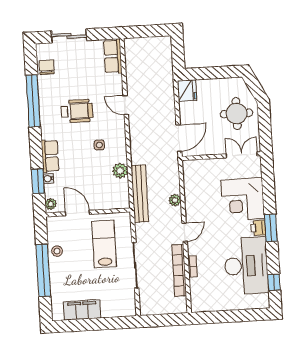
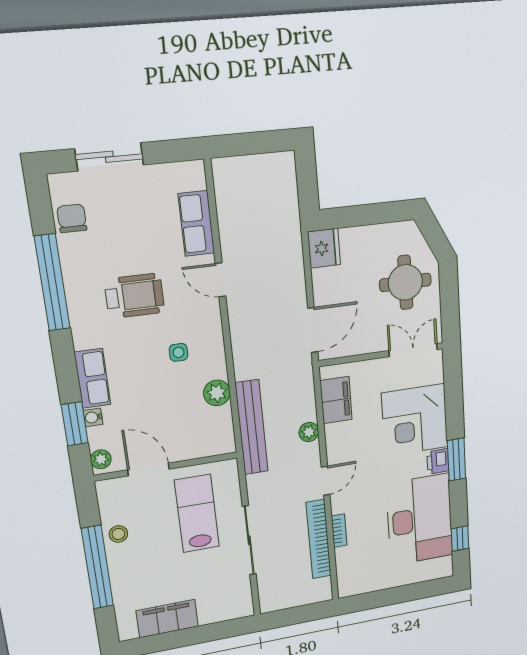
row of seats: (113, 56) -> (196, 223), moved
filing cabinet: (192, 182) -> (336, 400), added

